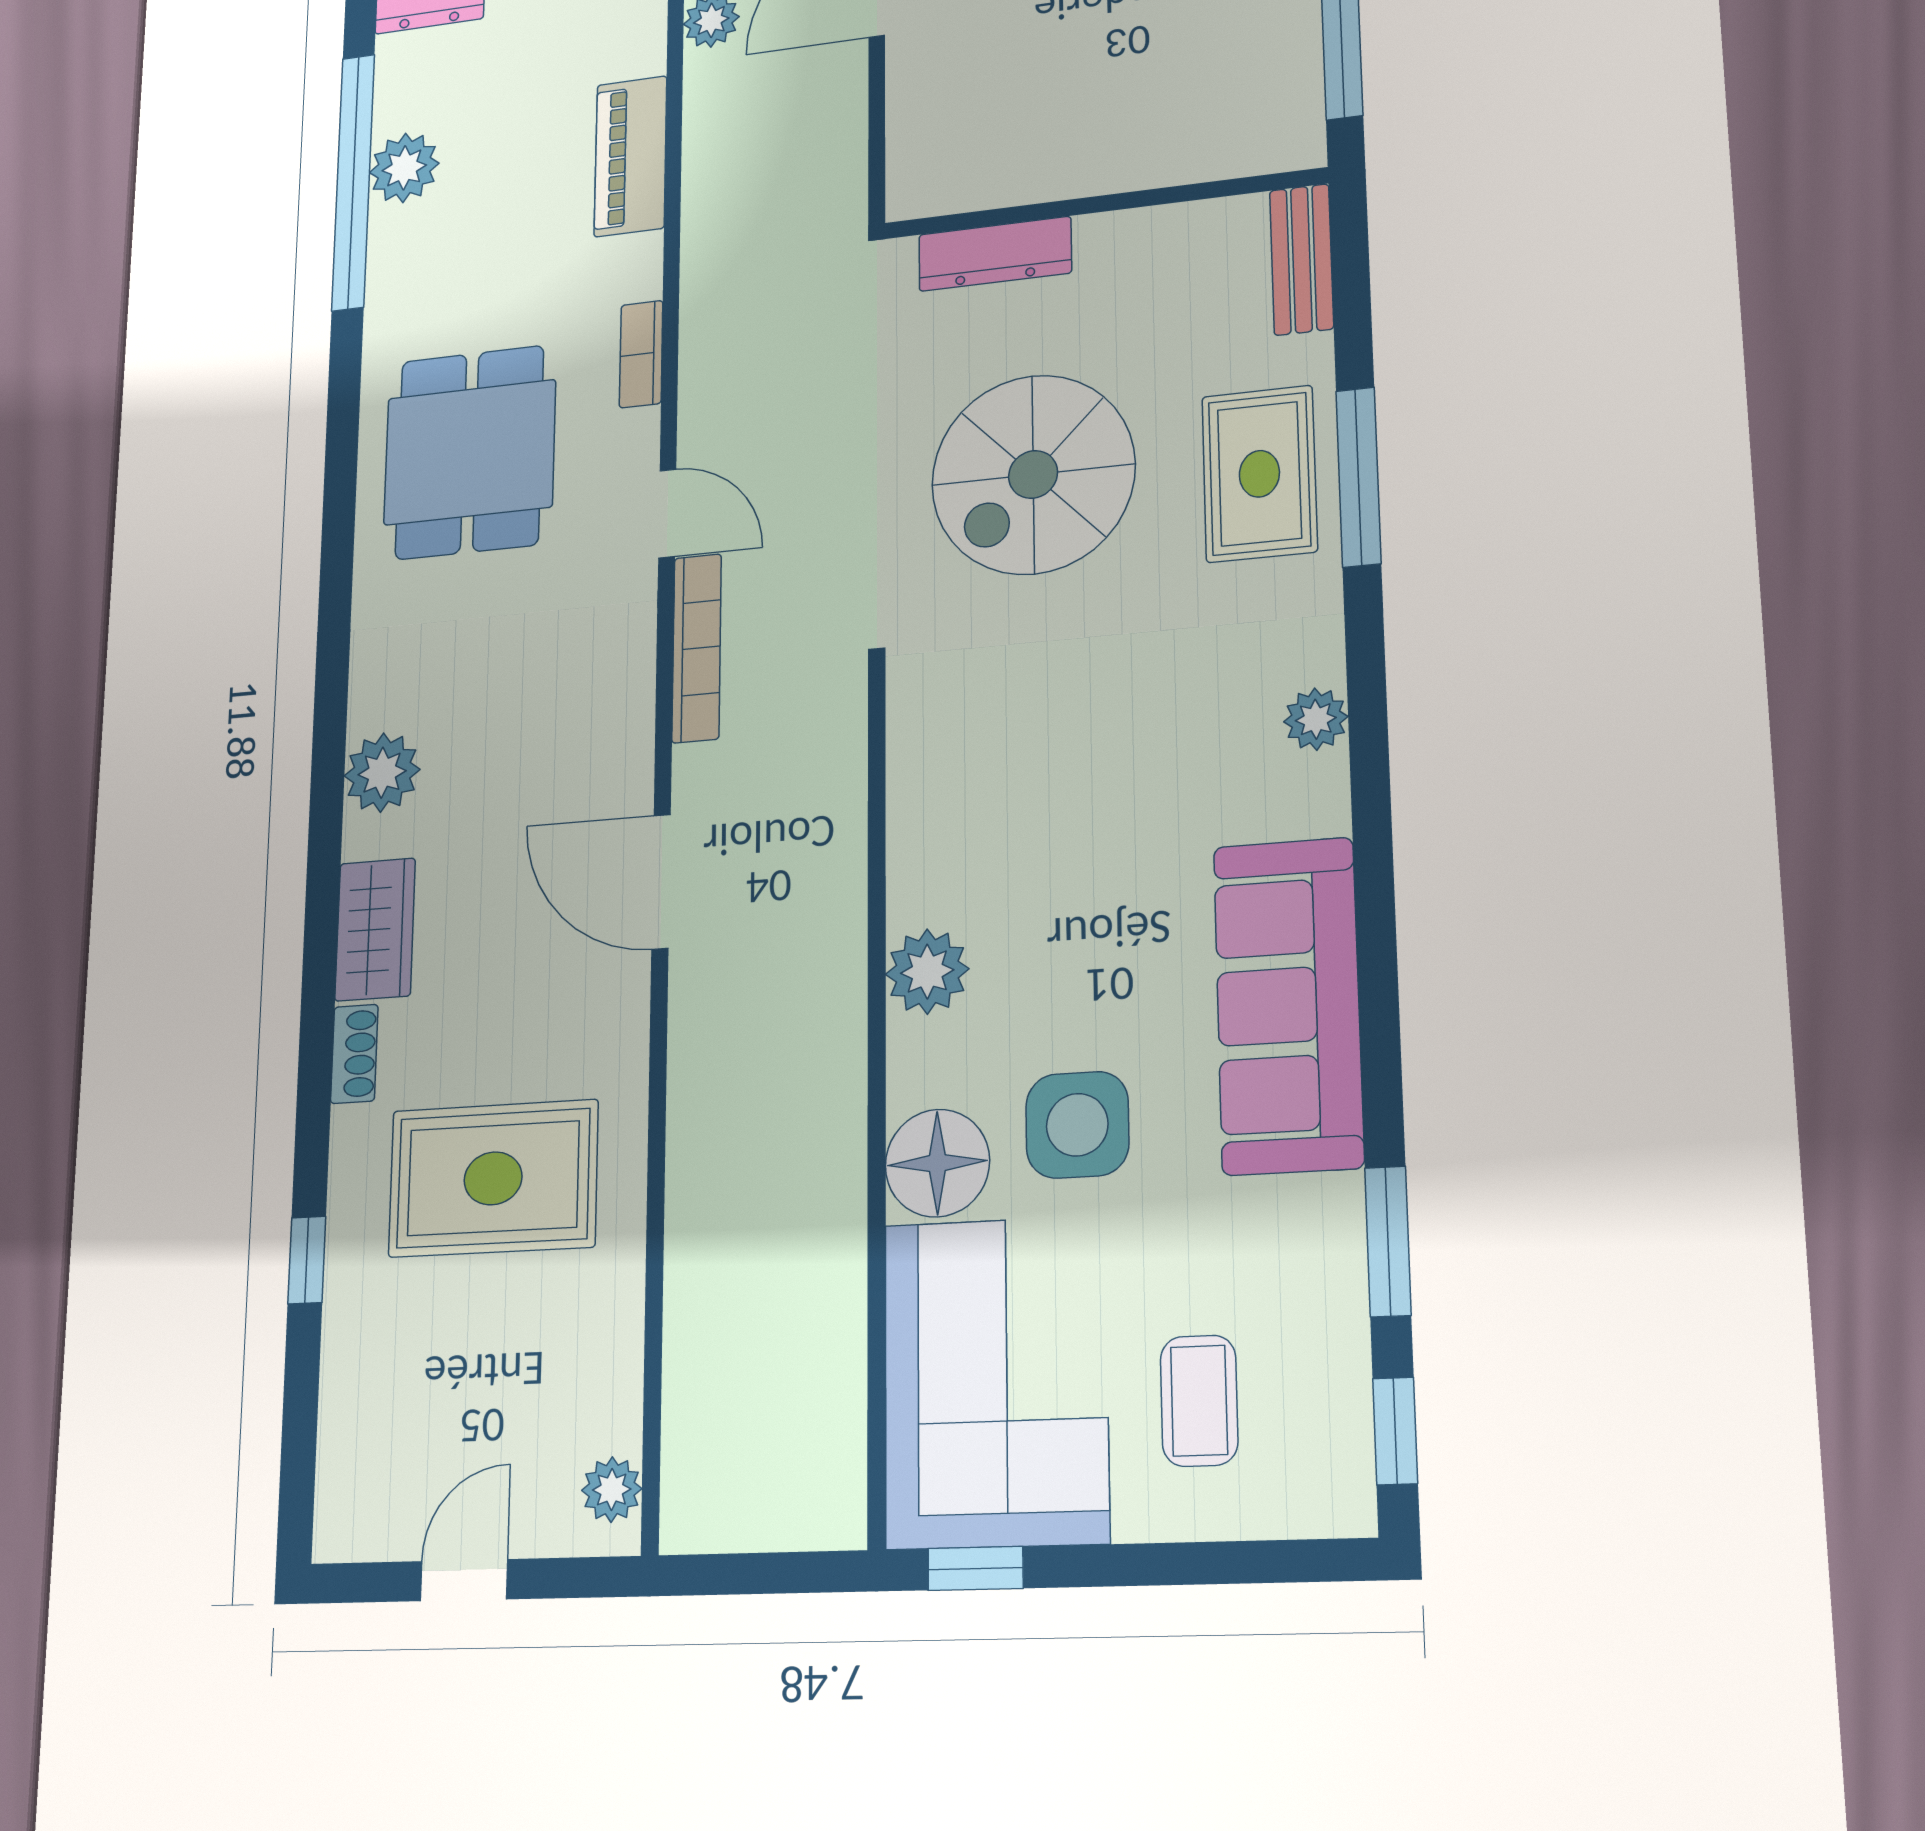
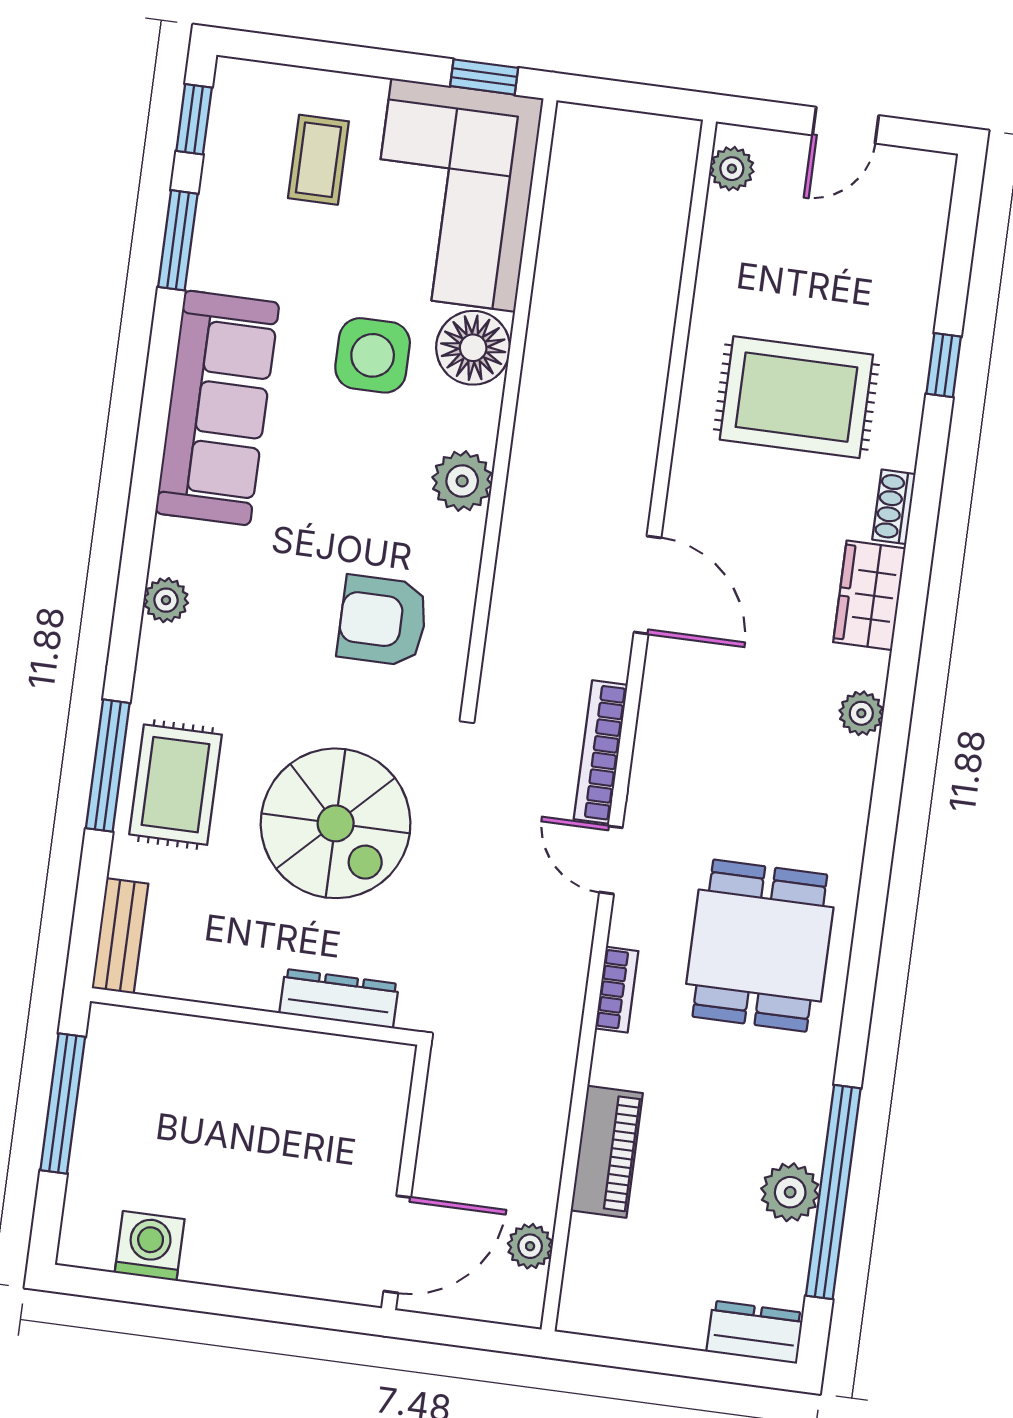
spiral stairs: (1033, 474) -> (336, 823), turned 90
armchair: (1009, 757) -> (383, 621), added
plant: (382, 773) -> (861, 713), width x0.73, depth x0.73

